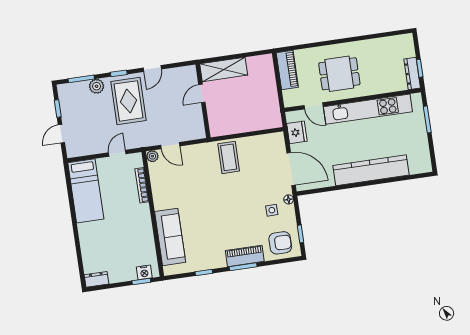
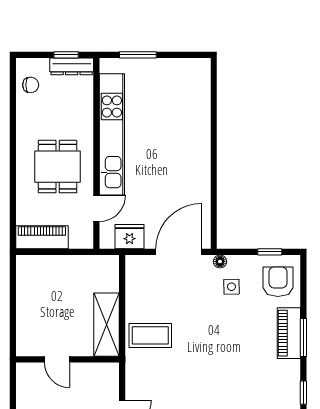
chair: (395, 46) -> (31, 85), added
shelving: (224, 69) -> (107, 325), moved
kitchen counter: (371, 170) -> (196, 142), removed

